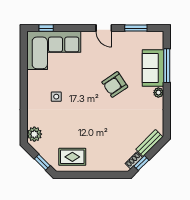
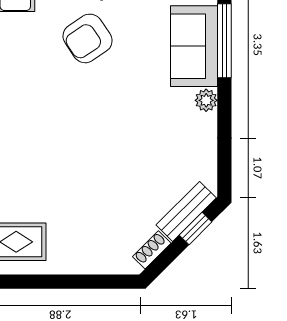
armchair: (115, 84) -> (88, 38), moved
window: (141, 163) -> (196, 229), moved

